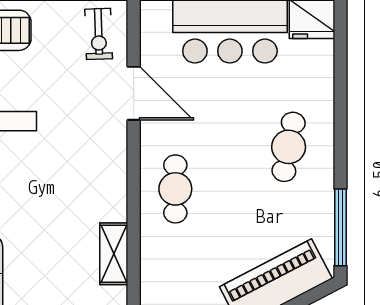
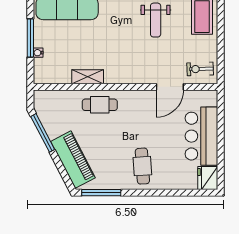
cafe table: (289, 147) -> (142, 166), turned 75
cafe table: (175, 189) -> (100, 105), moved

